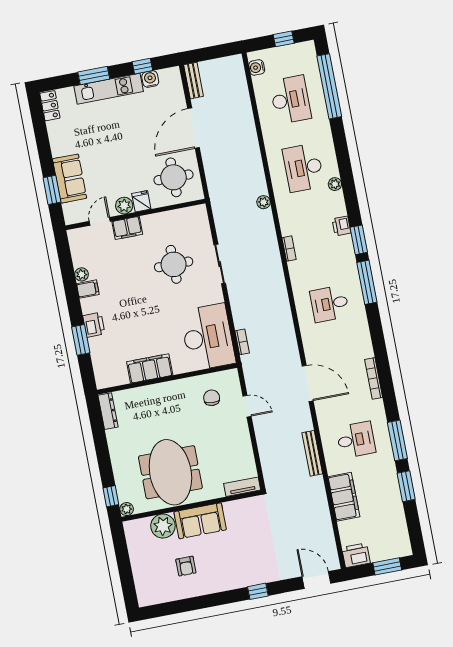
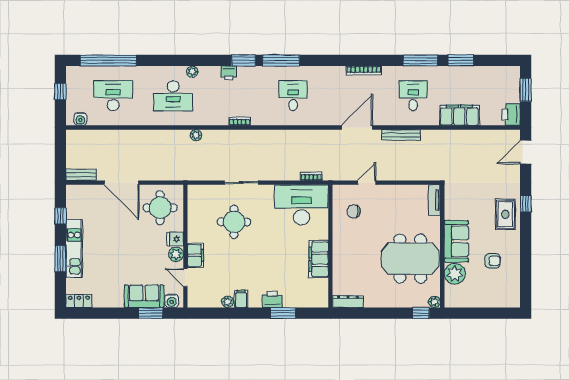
water cooler: (150, 79) -> (172, 301), moved, turned -90
desk: (330, 304) -> (293, 96), turned 180
bench: (312, 453) -> (401, 135), moved
rug: (241, 571) -> (505, 214), added

